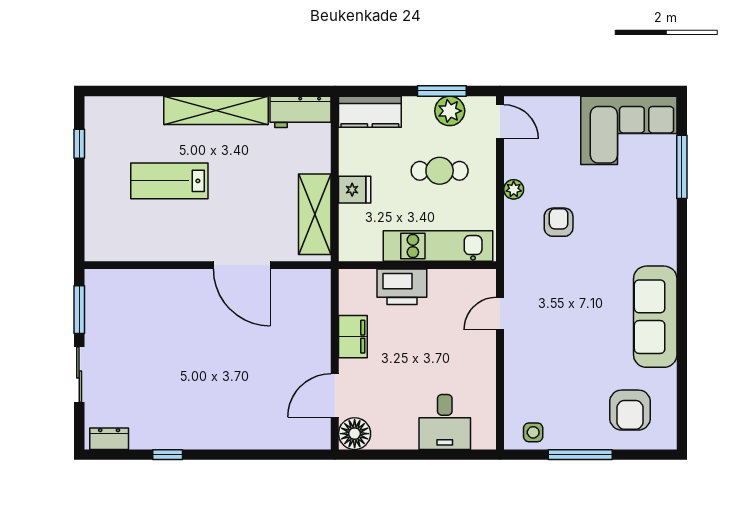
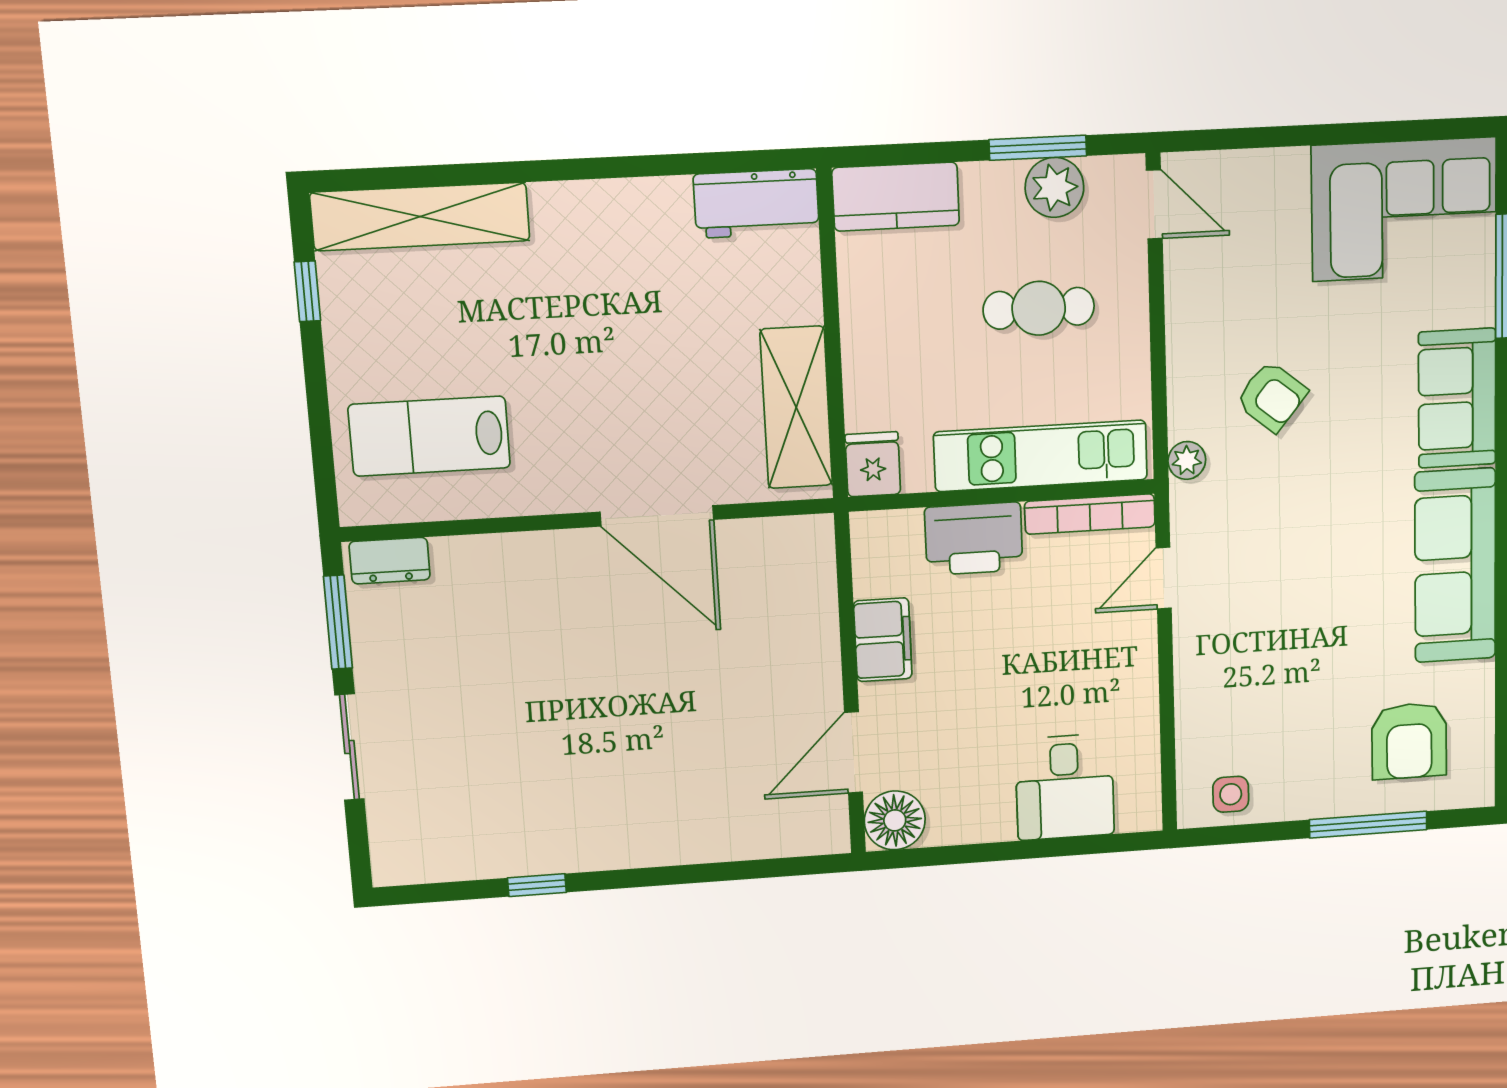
shelving: (216, 110) -> (420, 216), moved
lab bench: (169, 181) -> (429, 436), moved
plant: (514, 189) -> (1187, 460), moved
fridge: (355, 190) -> (873, 464), moved, turned -90
armchair: (559, 222) -> (1272, 397), turned 129
sofa: (656, 228) -> (1457, 398), added
bookcase: (462, 278) -> (1090, 514), added
dresser: (109, 439) -> (390, 561), moved, turned 180
window: (580, 455) -> (1368, 825), moved

